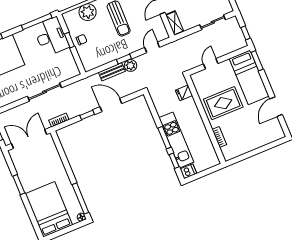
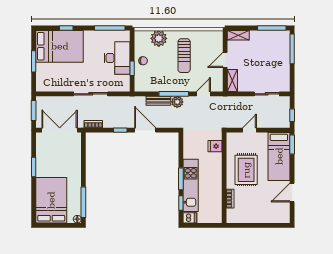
desk: (51, 37) -> (117, 58), moved
window: (69, 40) -> (132, 68), moved
window: (124, 59) -> (174, 94), width x2.17
rug: (223, 103) -> (246, 170), turned 90

